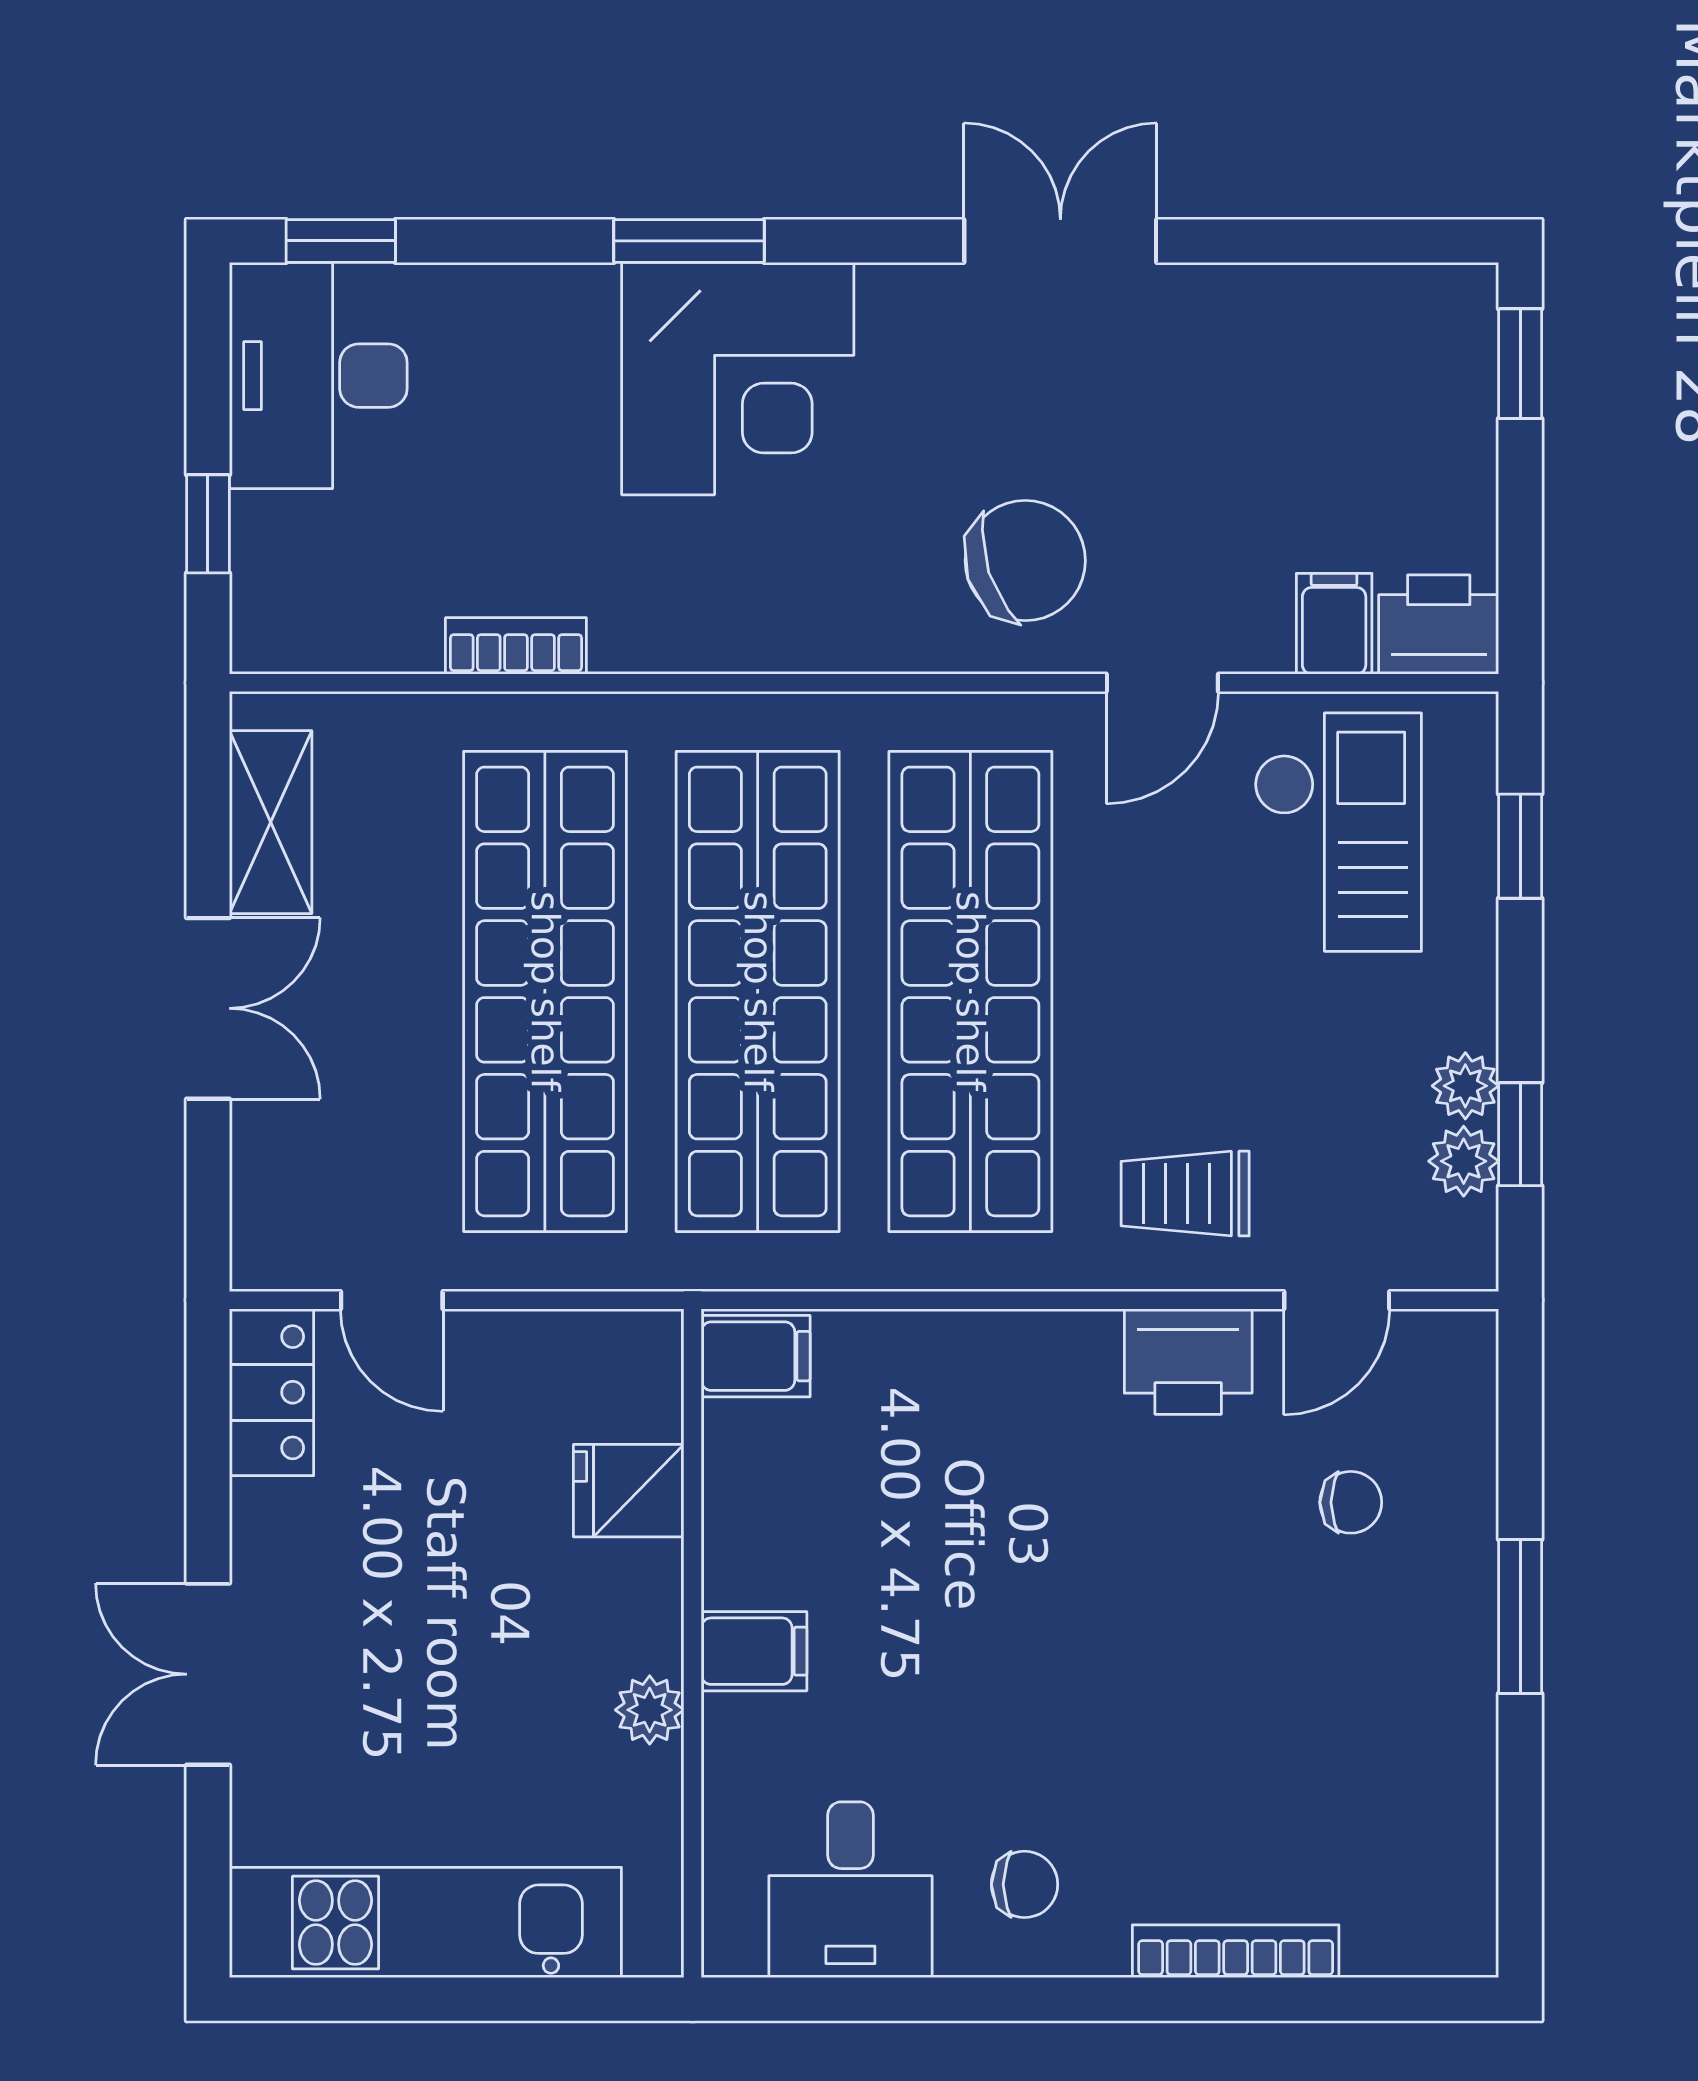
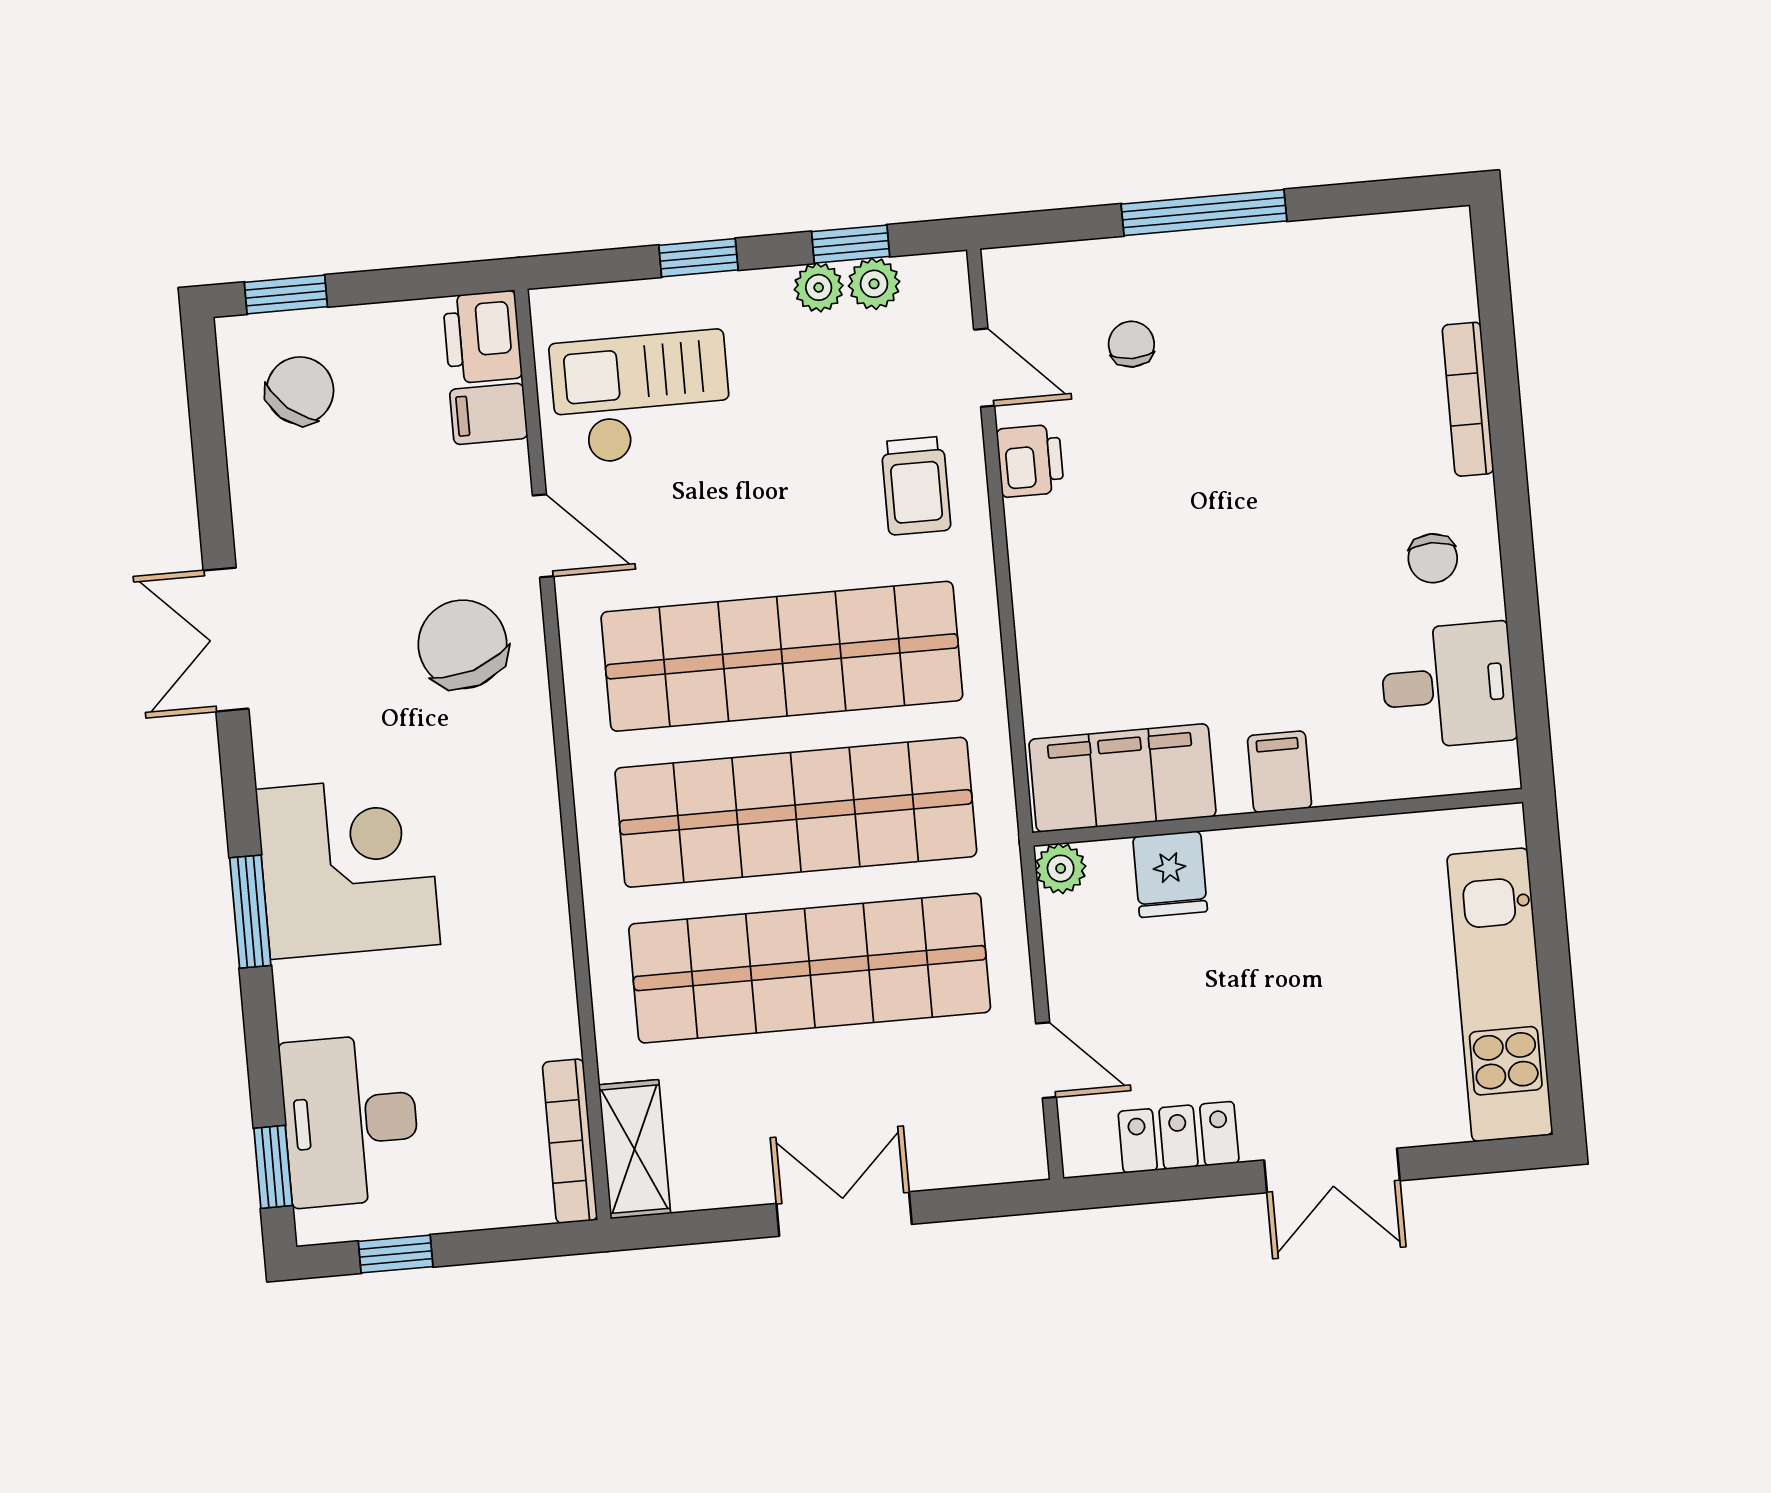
chair: (1388, 371) -> (300, 391), added
desk: (318, 376) -> (350, 1120), moved, turned 90
window: (208, 524) -> (396, 1254), moved
bookcase: (516, 646) -> (570, 1141), moved, width x1.56
shelving: (271, 822) -> (635, 1149), moved, turned 90
window: (1520, 846) -> (698, 258), moved
door: (392, 1300) -> (1046, 1060), hinge flipped
filing cabinet: (756, 1356) -> (1122, 778), width x3.00, depth x1.17
printer: (1188, 1362) -> (1030, 461), width x0.73, depth x0.81
locker: (272, 1392) -> (1179, 1137), moved
window: (1520, 1617) -> (1204, 213), width x1.44
plant: (650, 1710) -> (1061, 868), moved
chair: (1024, 1884) -> (1433, 558), turned 180

